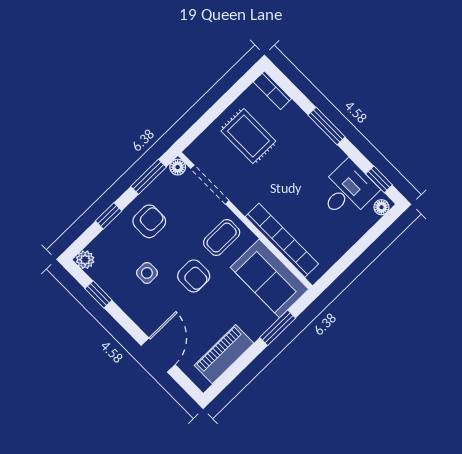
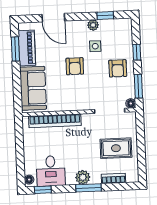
bookcase: (272, 90) -> (113, 178), moved
plant: (320, 145) -> (83, 177), added
coffee table: (222, 237) -> (81, 95), removed
plant: (85, 260) -> (93, 25), moved
armchair: (194, 276) -> (75, 66), turned -90
sofa: (269, 278) -> (33, 88), moved, turned 90
window: (278, 328) -> (15, 49), moved

